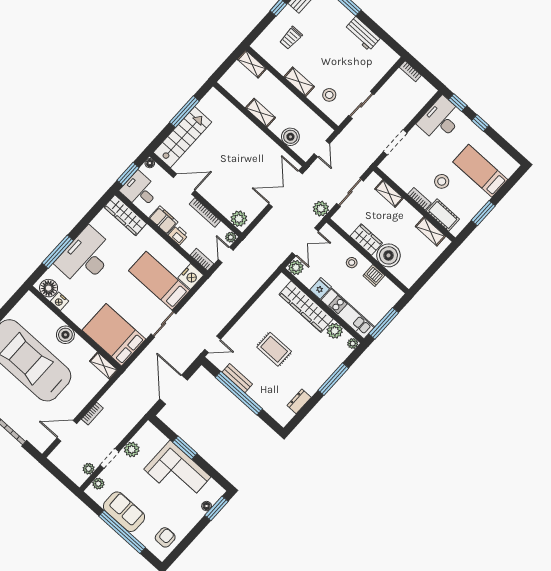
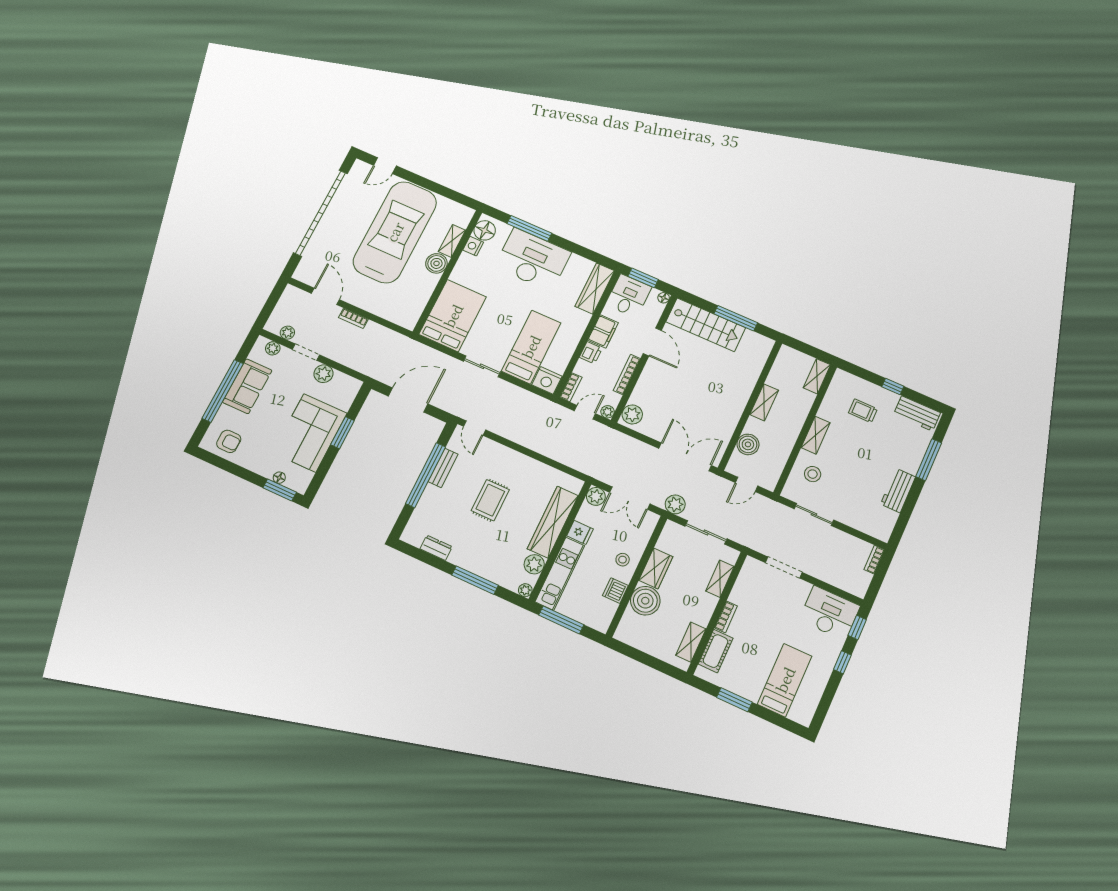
stool: (442, 181) -> (756, 637), removed
shelving: (104, 366) -> (452, 241), moved

